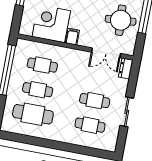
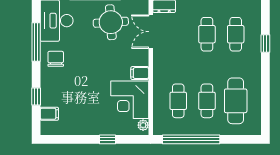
plant: (27, 31) -> (143, 125), added
double door: (106, 53) -> (151, 32), swing flipped
window: (77, 149) -> (265, 44), added

